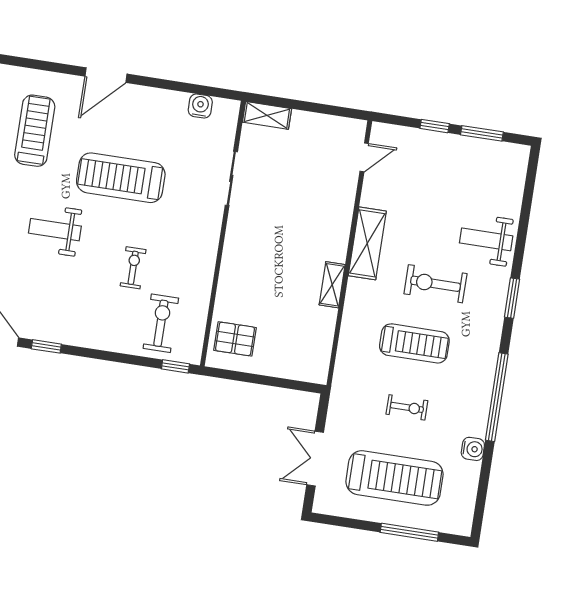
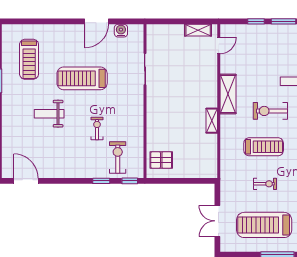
door: (106, 75) -> (96, 21), moved
shelving: (267, 115) -> (198, 30), moved
treadmill: (35, 131) -> (29, 59), turned 180
window: (46, 346) -> (101, 181), moved
treadmill: (394, 478) -> (264, 225), turned 180

